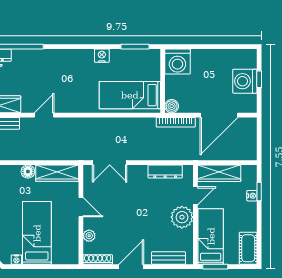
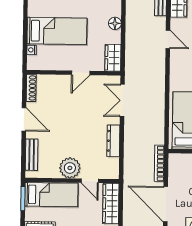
boiler: (172, 106) -> (175, 160), removed
dresser: (165, 171) -> (113, 141), moved
wardrobe: (57, 173) -> (113, 58), width x0.67
plant: (89, 236) -> (54, 80), removed
nightstand: (16, 260) -> (32, 50), moved

